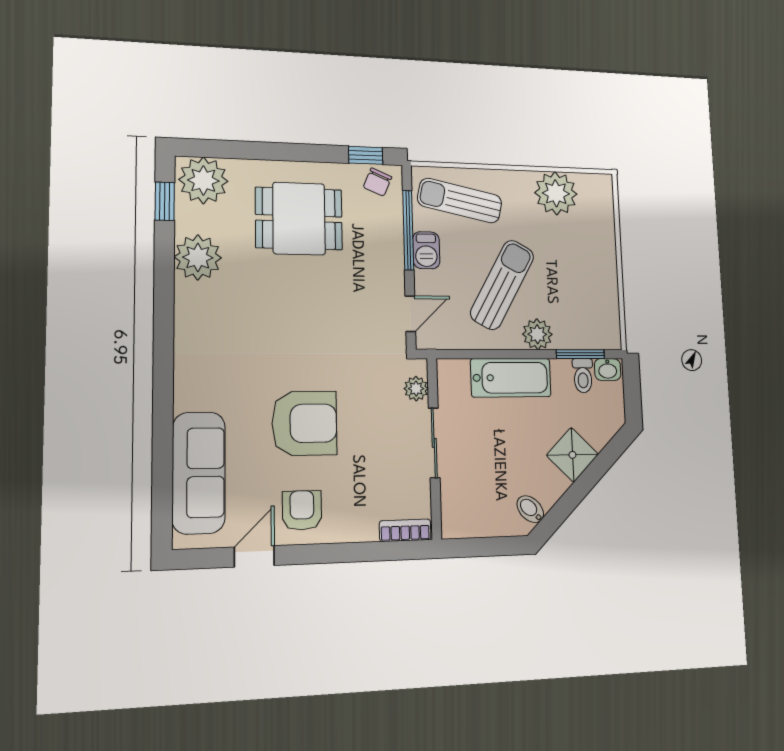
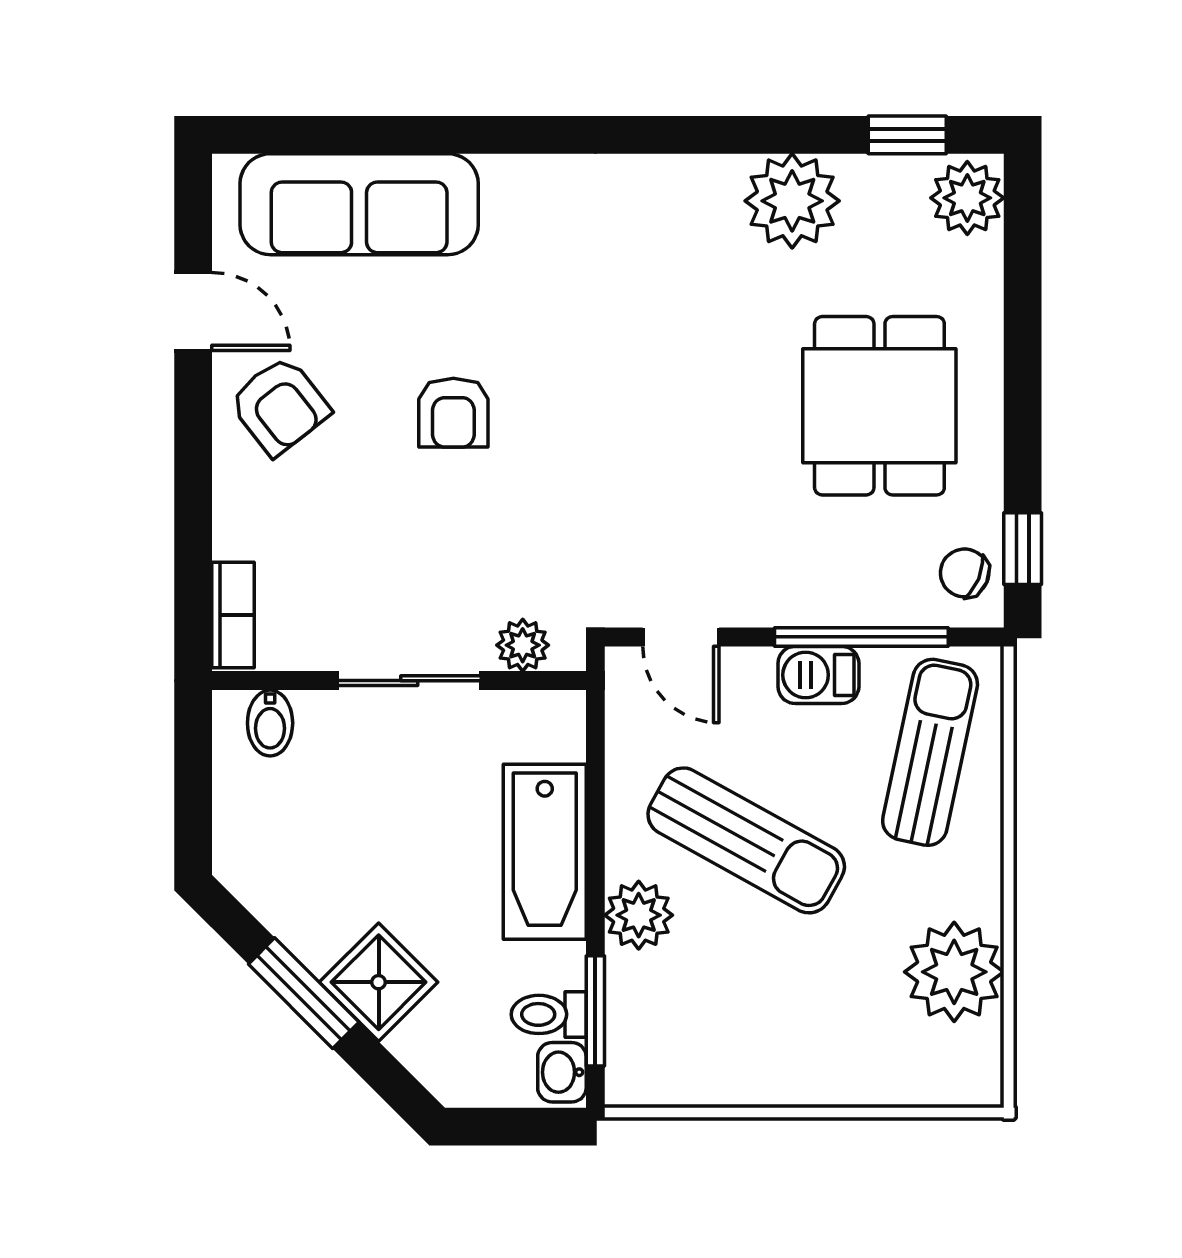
plant: (203, 180) -> (967, 198), width x0.73, depth x0.73
armchair: (304, 423) -> (453, 413), width x0.53, depth x0.53
window: (579, 490) -> (304, 993), added
bidet: (530, 509) -> (270, 723), moved, turned 135
armchair: (302, 510) -> (280, 406), turned 52

